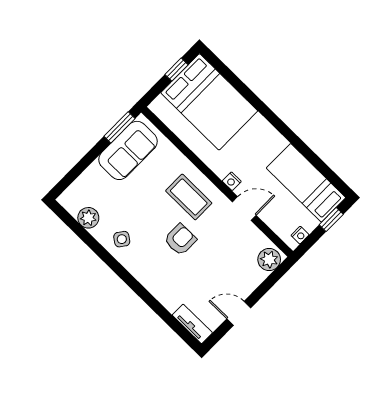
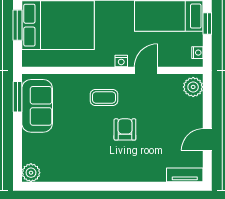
window: (176, 70) -> (17, 25), width x1.50
coffee table: (189, 197) -> (104, 97), width x0.73, depth x0.77
plant: (88, 218) -> (31, 173), moved
side table: (122, 239) -> (88, 165), removed

